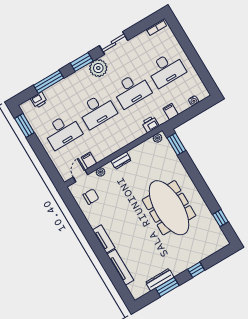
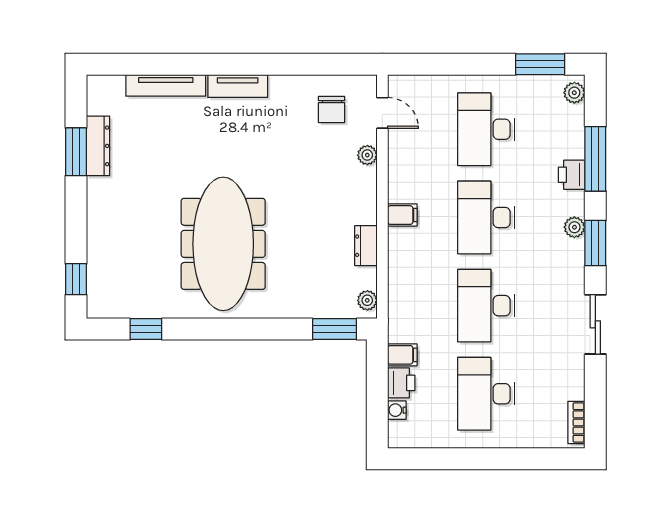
plant: (98, 68) -> (574, 227), moved, width x0.53, depth x0.53
printer: (39, 100) -> (572, 175), moved
plant: (28, 105) -> (574, 93), added
printer: (150, 124) -> (401, 383), moved
filing cabinet: (89, 160) -> (402, 215), moved
dresser: (121, 160) -> (366, 246), moved
meeting table: (169, 208) -> (223, 244), turned 90
window: (196, 270) -> (76, 279), moved

